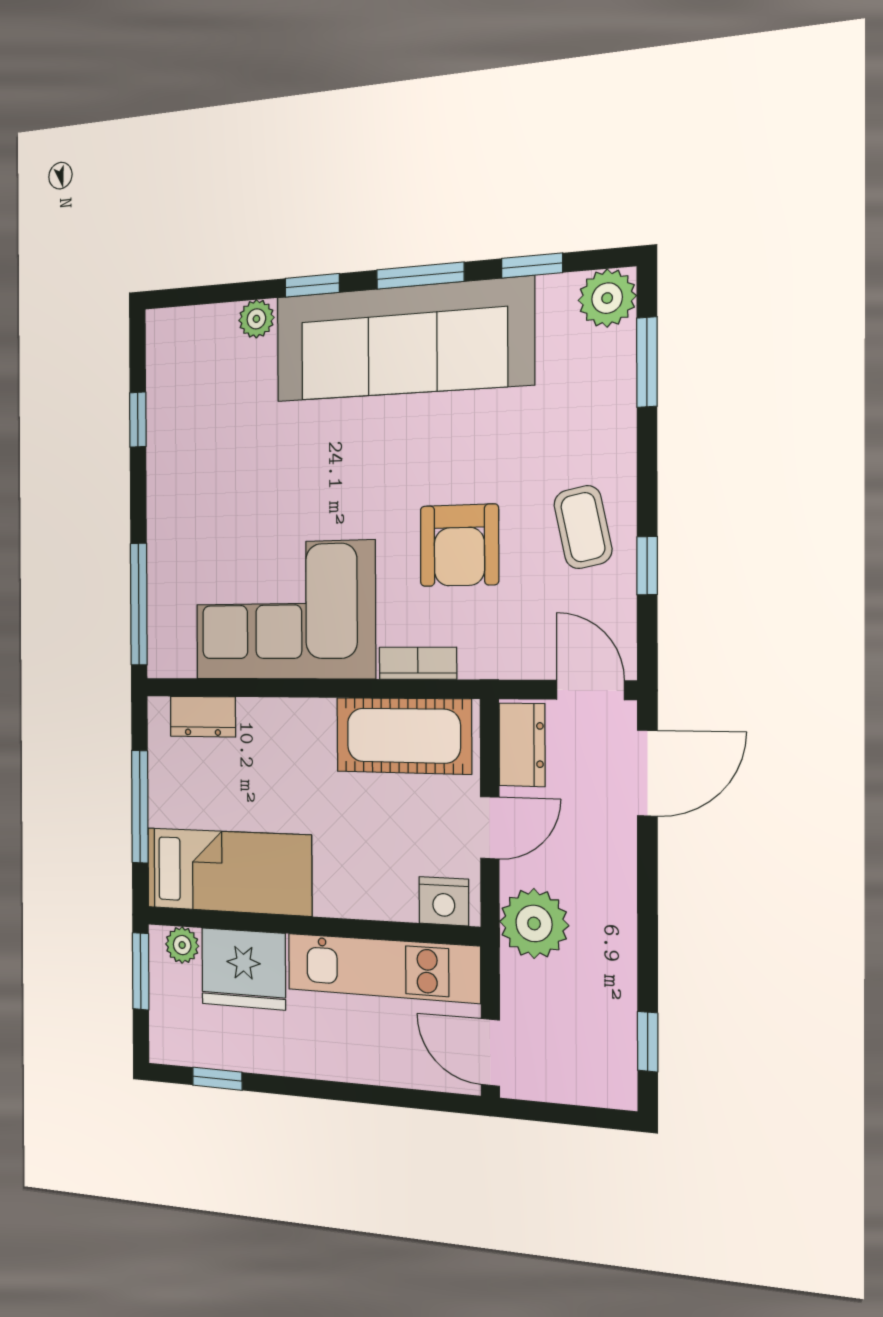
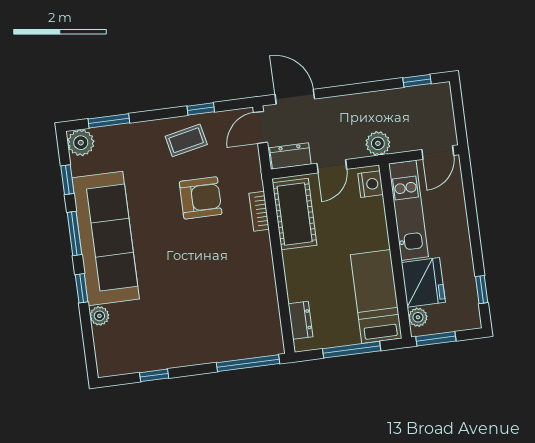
corner sofa: (285, 610) -> (242, 283), removed
door: (490, 828) -> (332, 166), swing flipped
plant: (534, 923) -> (378, 143), width x0.73, depth x0.73

